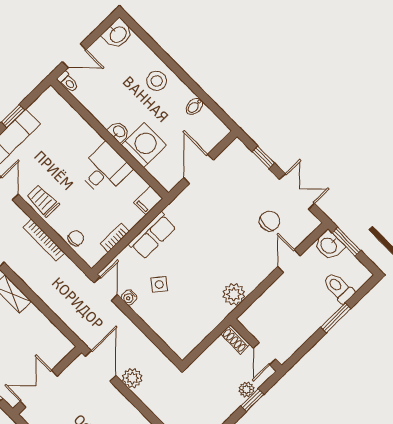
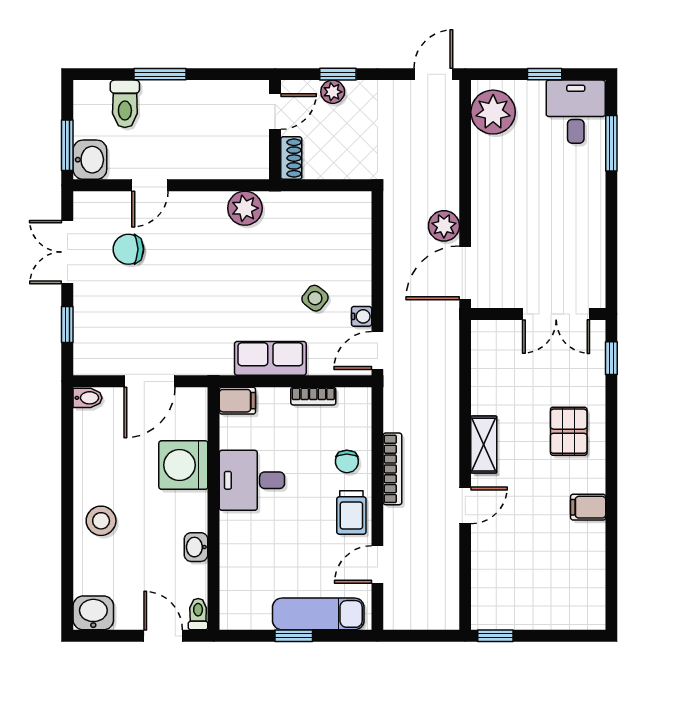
bidet: (194, 106) -> (87, 398), moved
washbasin: (119, 132) -> (196, 547), moved
chair: (76, 238) -> (347, 461), moved, turned -90

